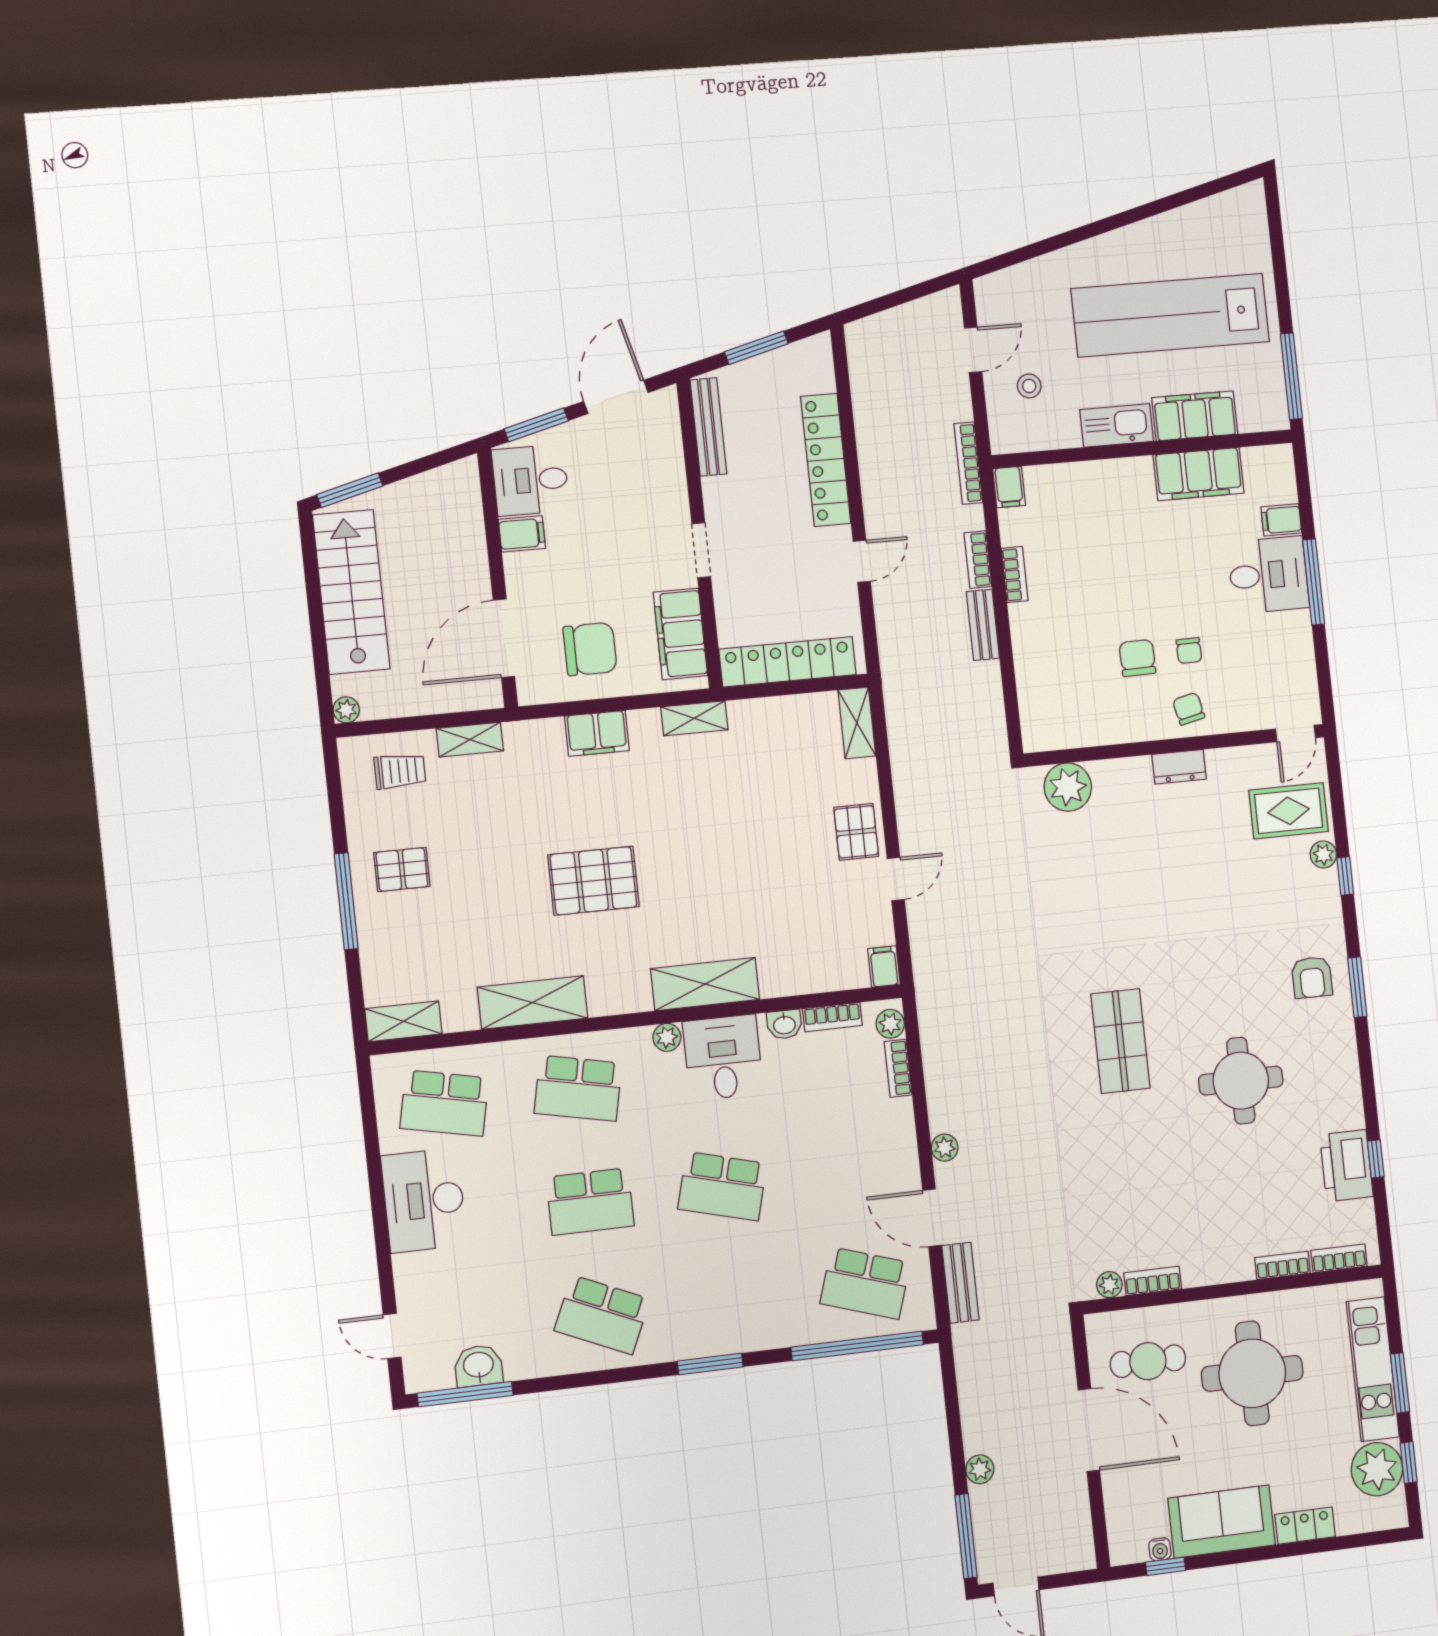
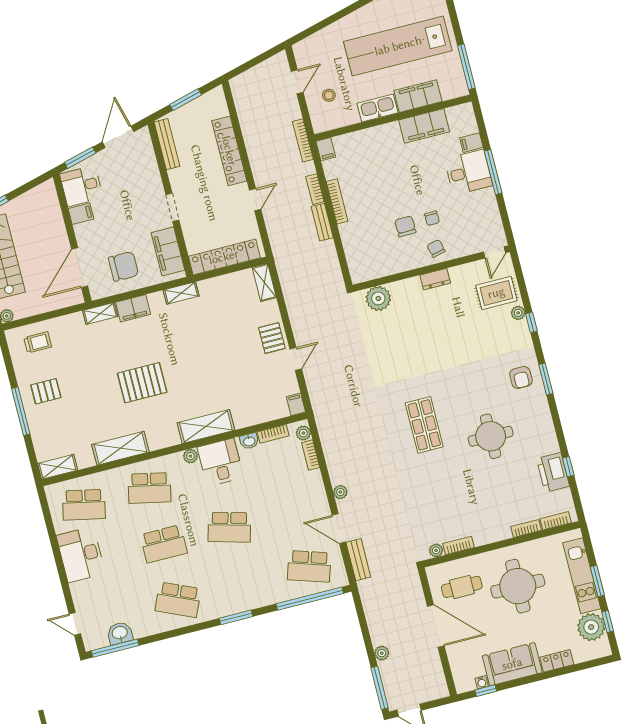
bookcase: (1015, 575) -> (337, 201), width x1.56
shelving: (470, 740) -> (100, 314), moved

